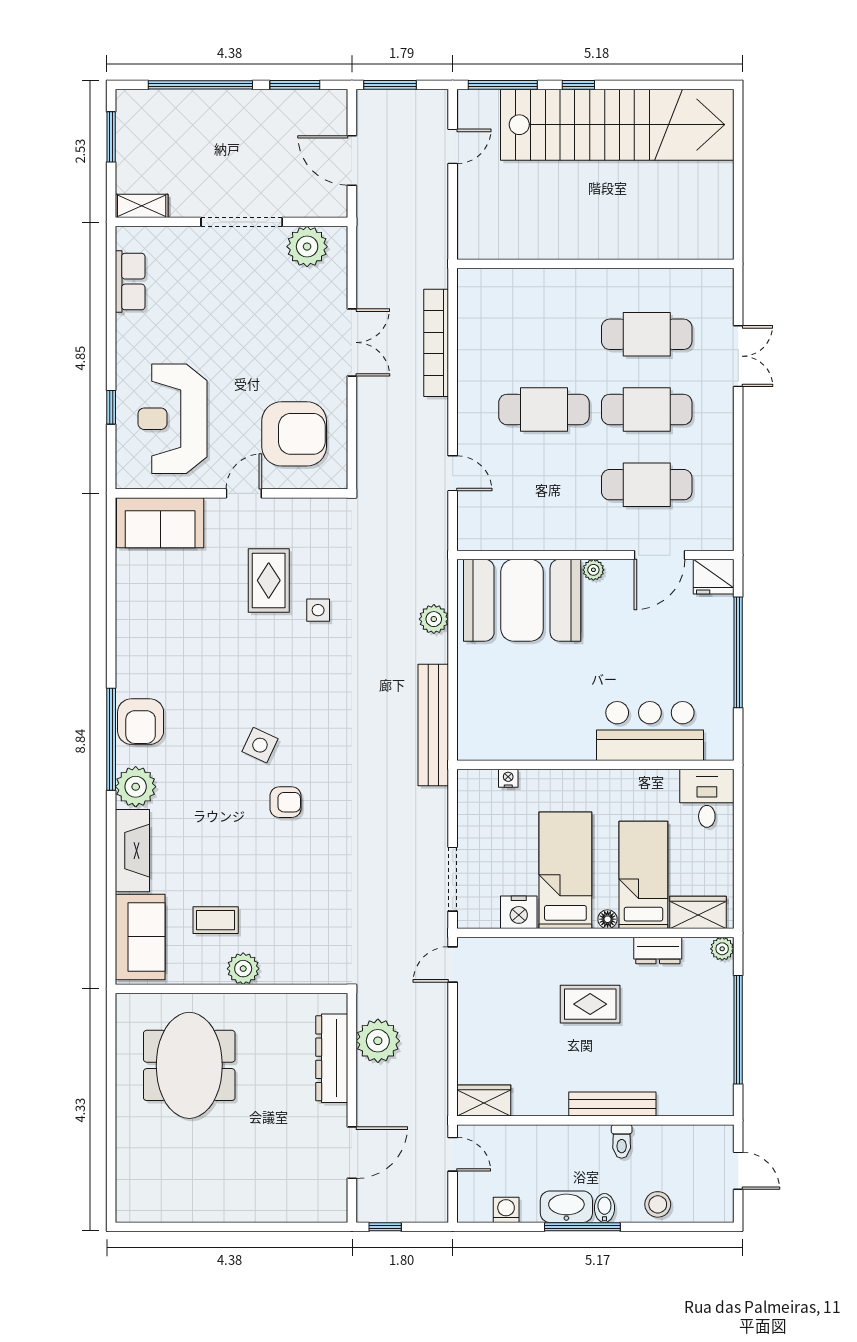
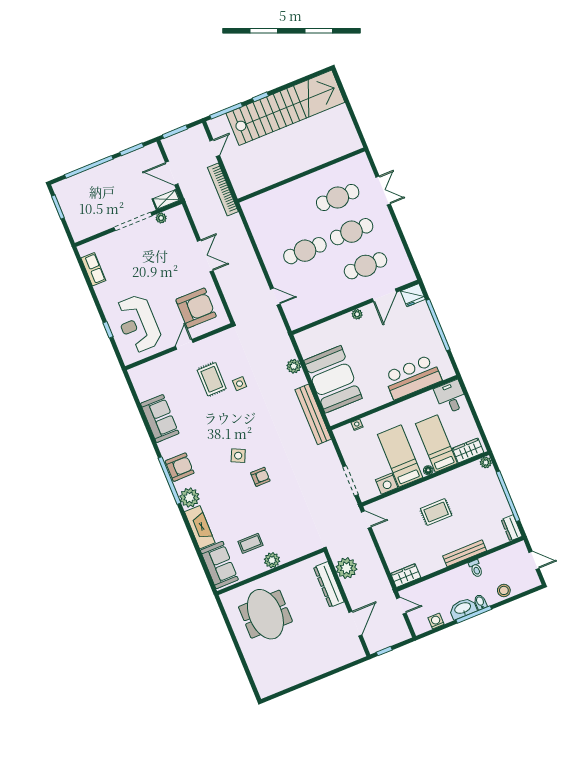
shelving: (142, 206) -> (166, 199), moved
plant: (307, 247) -> (161, 218), width x0.53, depth x0.53
bookcase: (436, 343) -> (223, 189), moved
sofa: (160, 523) -> (160, 419), moved, turned -90
booth: (522, 600) -> (333, 379), moved, turned 90
armchair: (141, 722) -> (180, 467), turned -90
dresser: (658, 950) -> (512, 528), moved, turned 90
door: (453, 964) -> (366, 520), swing flipped

